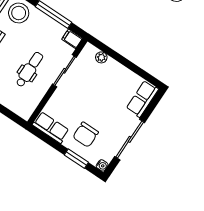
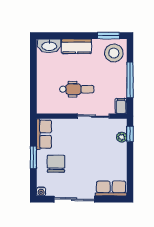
window: (103, 48) -> (130, 134), added
chair: (86, 135) -> (56, 164), turned 90
window: (76, 159) -> (33, 157), moved

